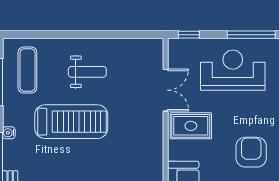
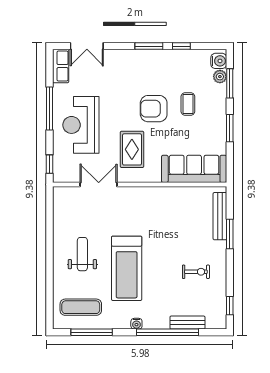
treadmill: (71, 122) -> (127, 268), turned 180
rug: (191, 126) -> (132, 149), moved

